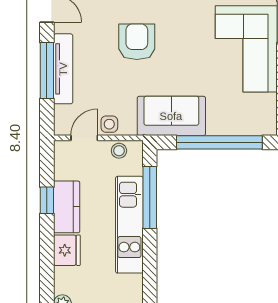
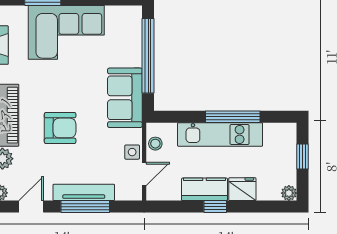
armchair: (137, 42) -> (60, 128), turned 180
door: (84, 138) -> (144, 174), swing flipped
window: (150, 197) -> (233, 117), moved
window: (47, 200) -> (215, 207), moved

